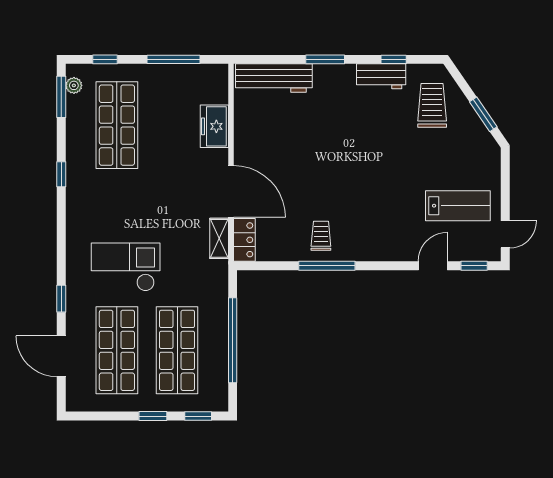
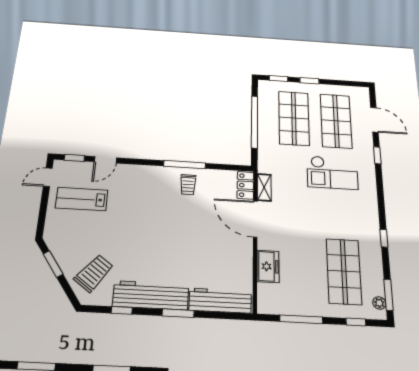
workbench: (381, 76) -> (151, 295), width x1.88, depth x1.32
trolley: (432, 105) -> (94, 273), turned -143

